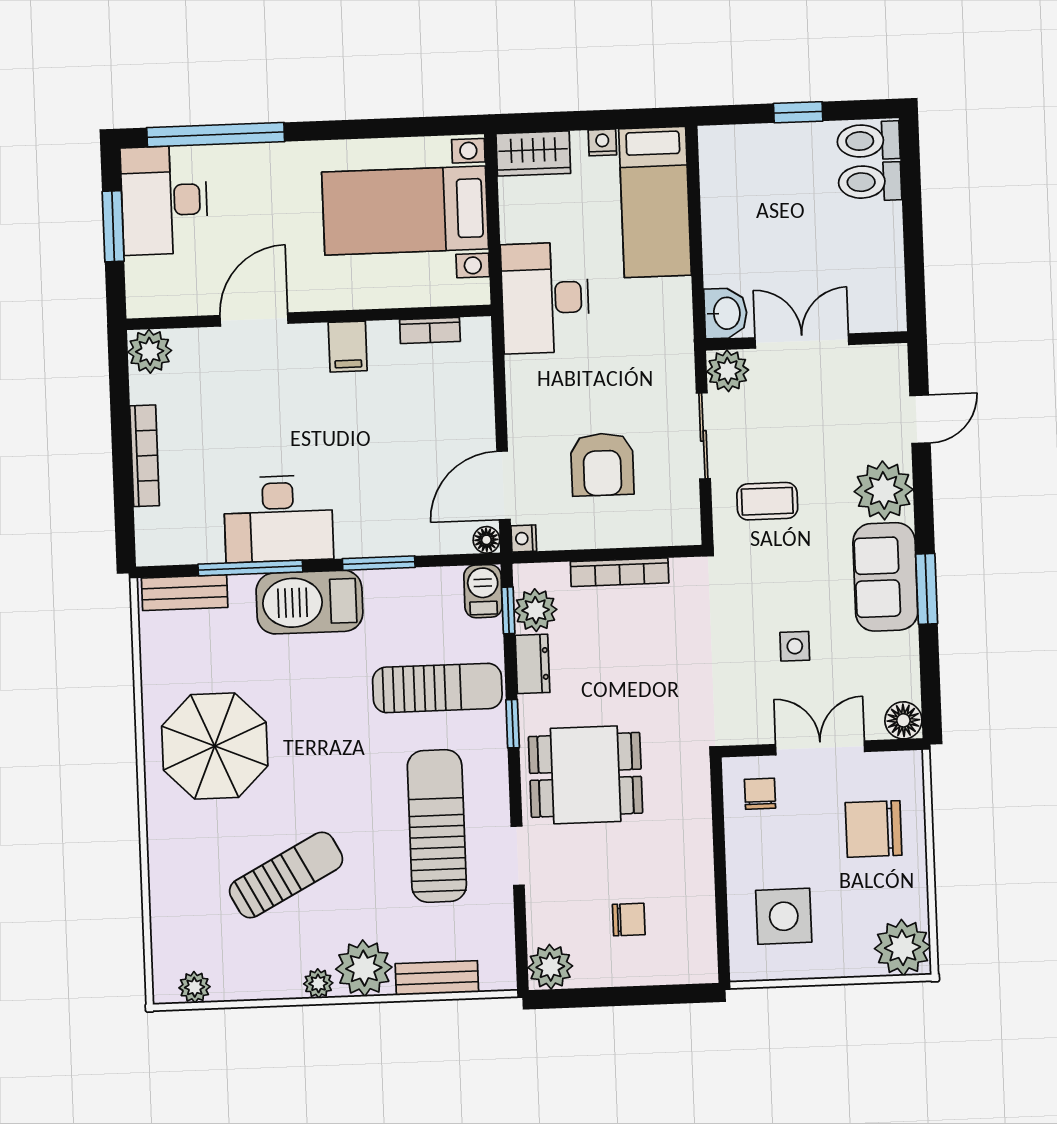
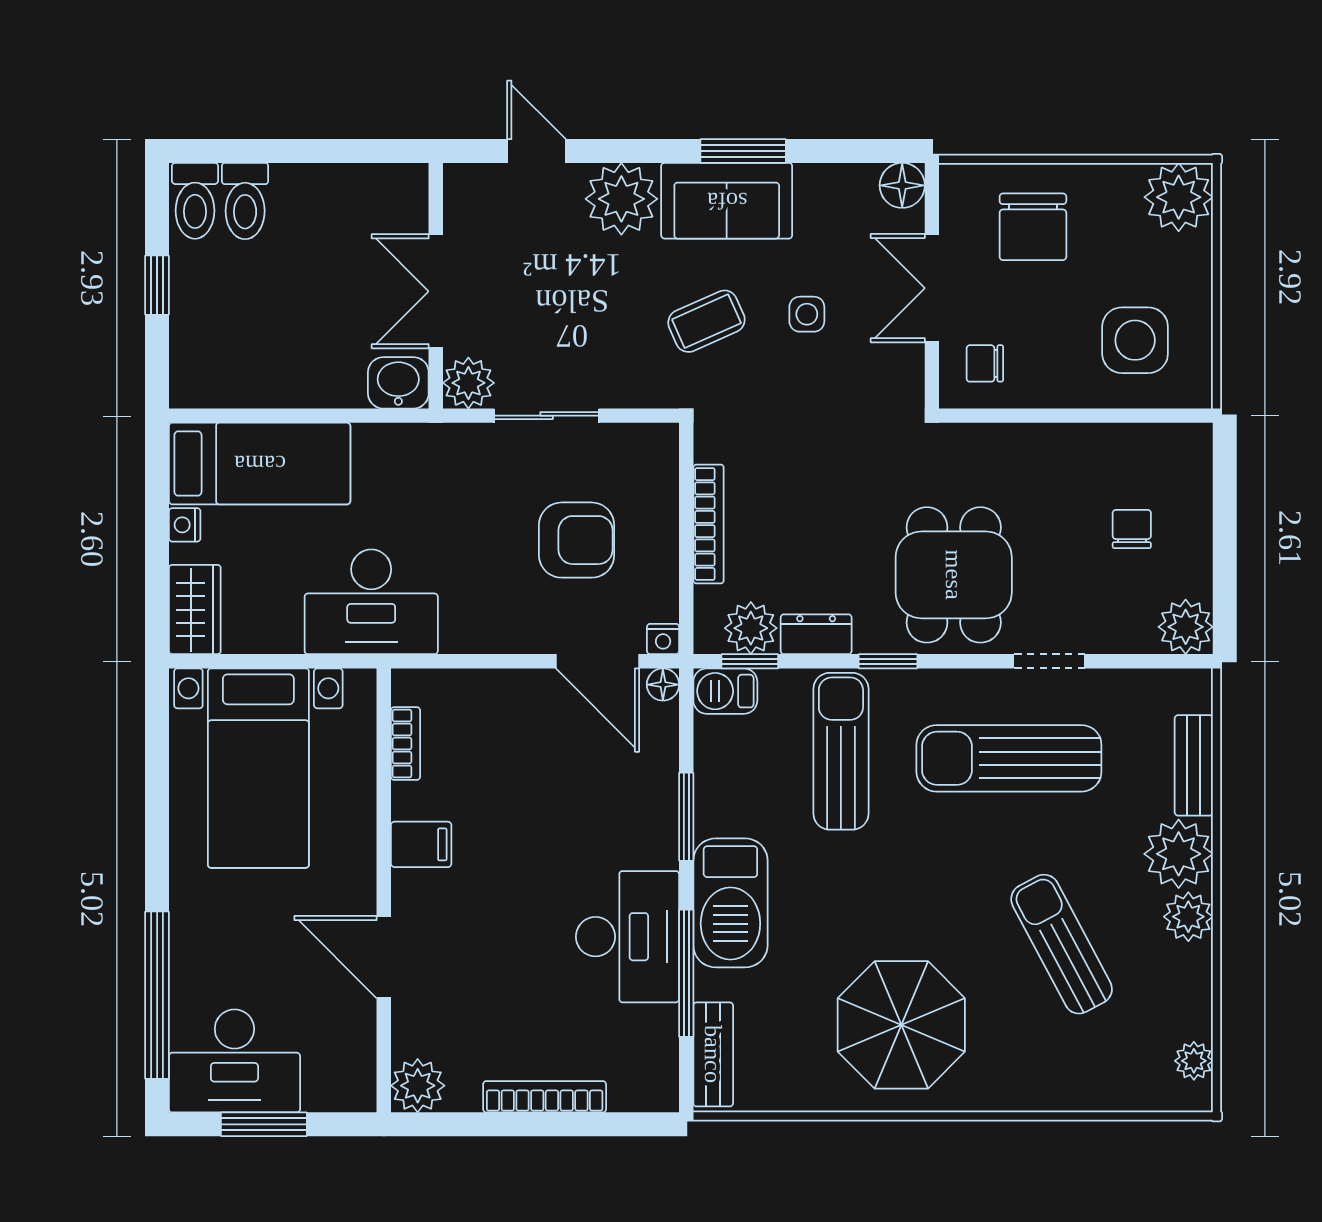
coffee table: (767, 501) -> (706, 321), moved, turned 66
plant: (318, 983) -> (1188, 917), width x1.38, depth x1.38

